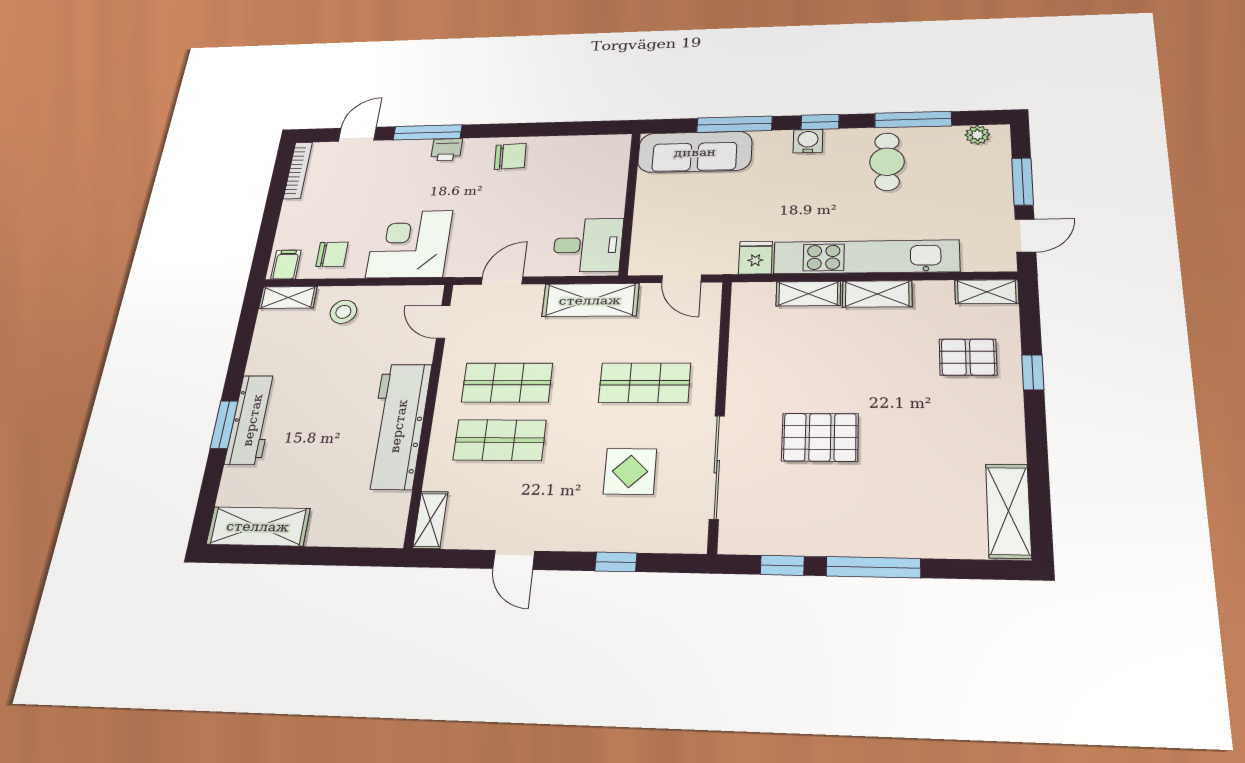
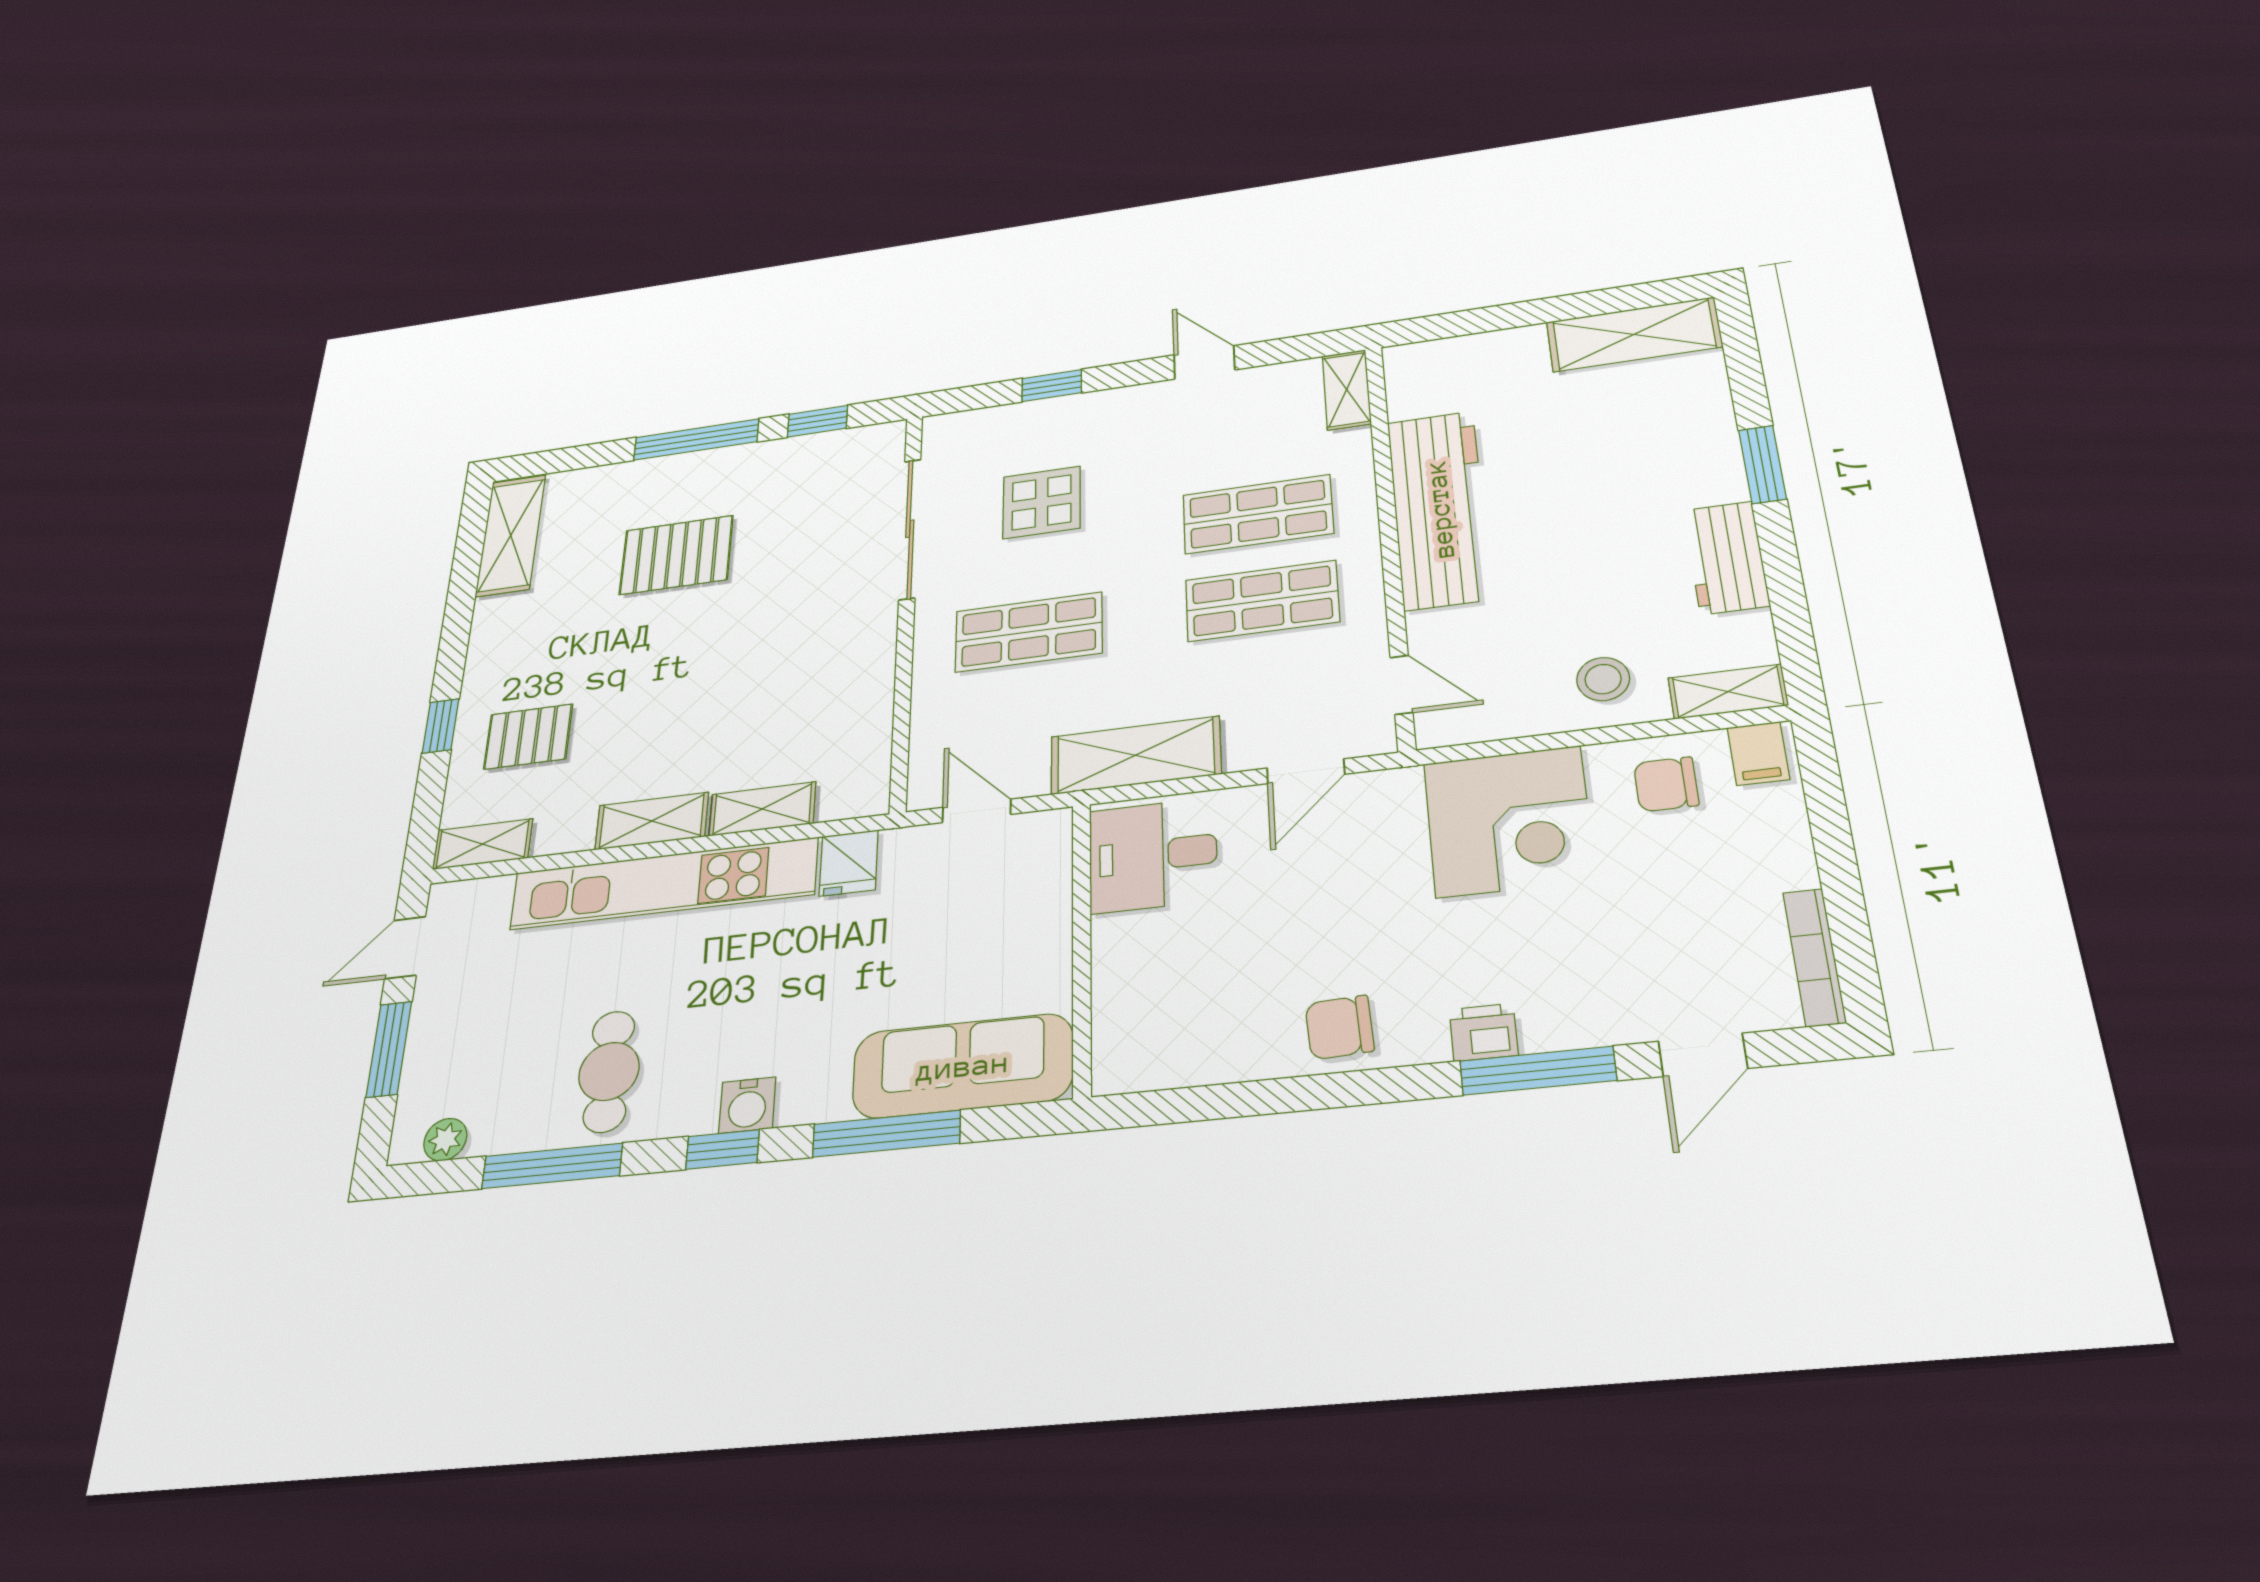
workbench: (252, 420) -> (1726, 558), moved, width x0.73
pallet: (820, 437) -> (676, 555), moved

